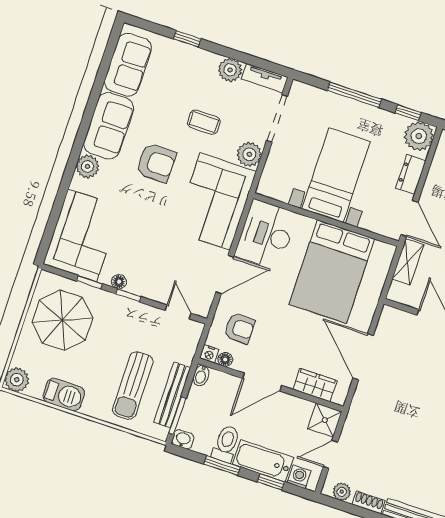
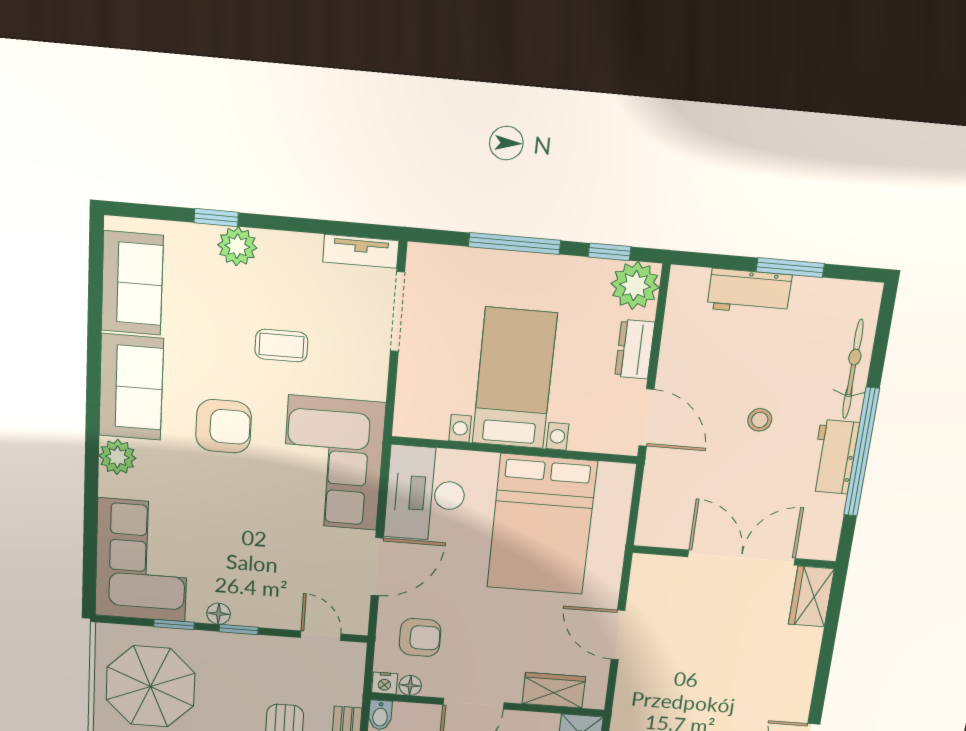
plant: (230, 70) -> (237, 246), moved
plant: (249, 154) -> (368, 379), removed
shelving: (408, 262) -> (657, 483), removed
door: (363, 357) -> (618, 635), width x0.73

